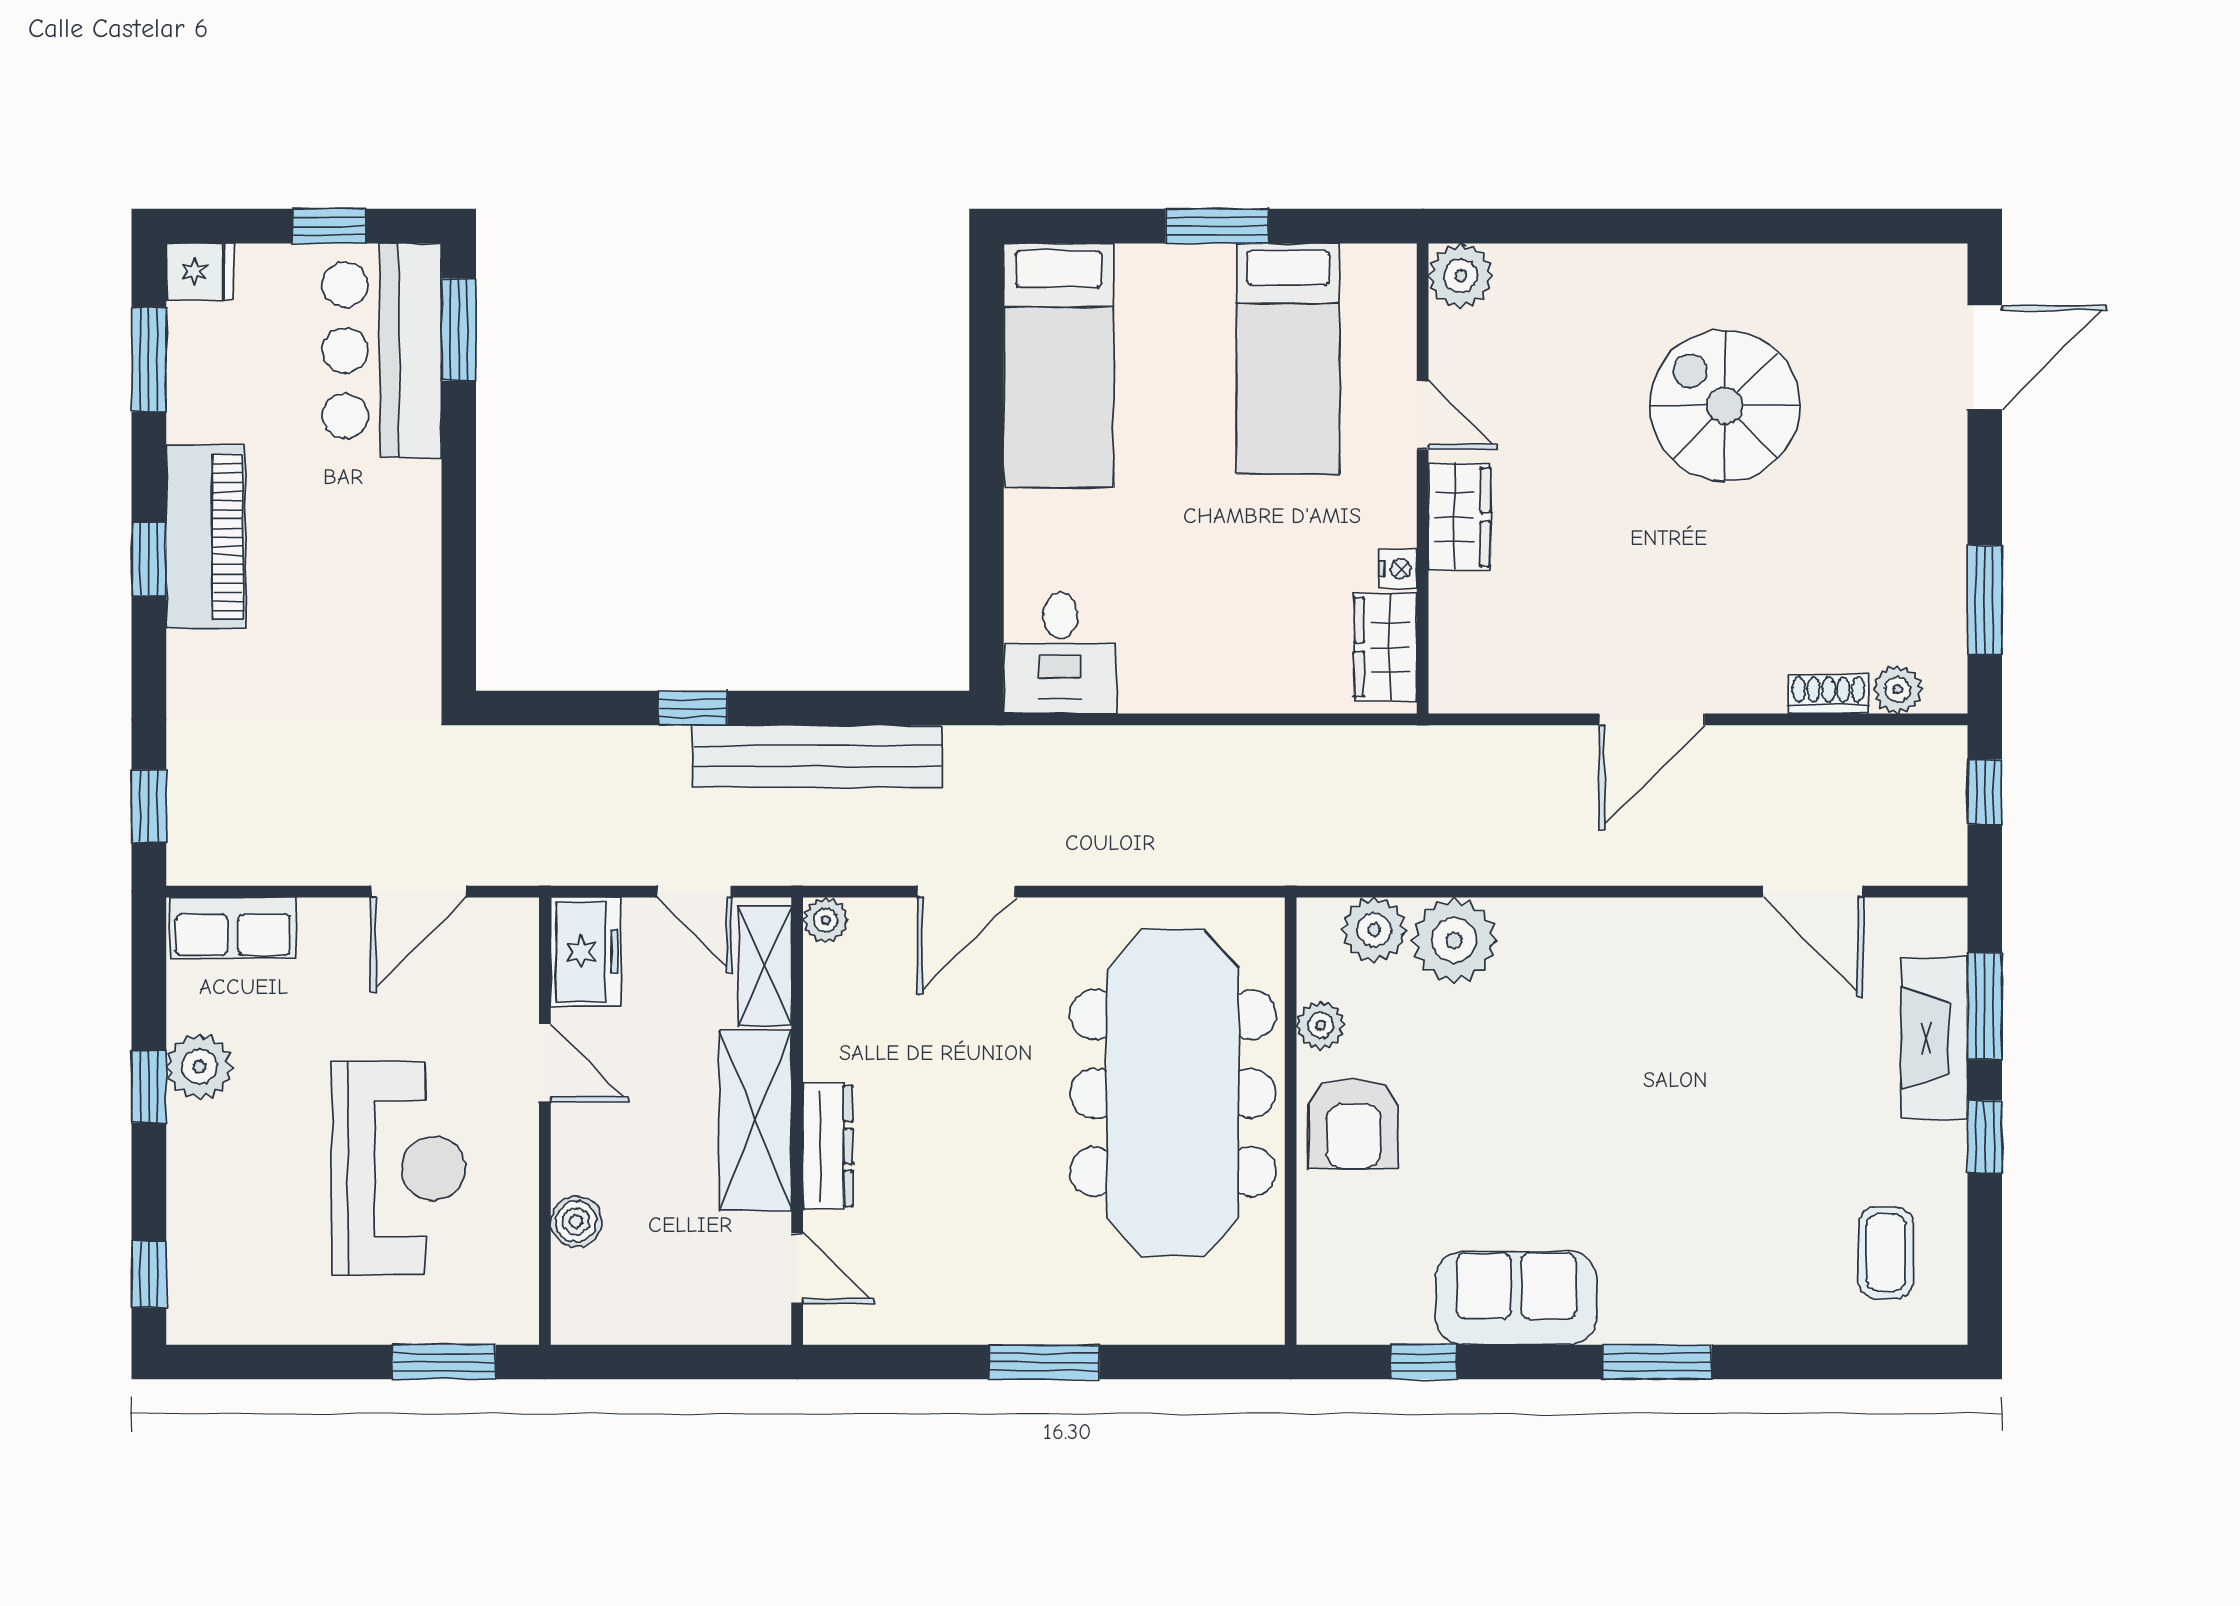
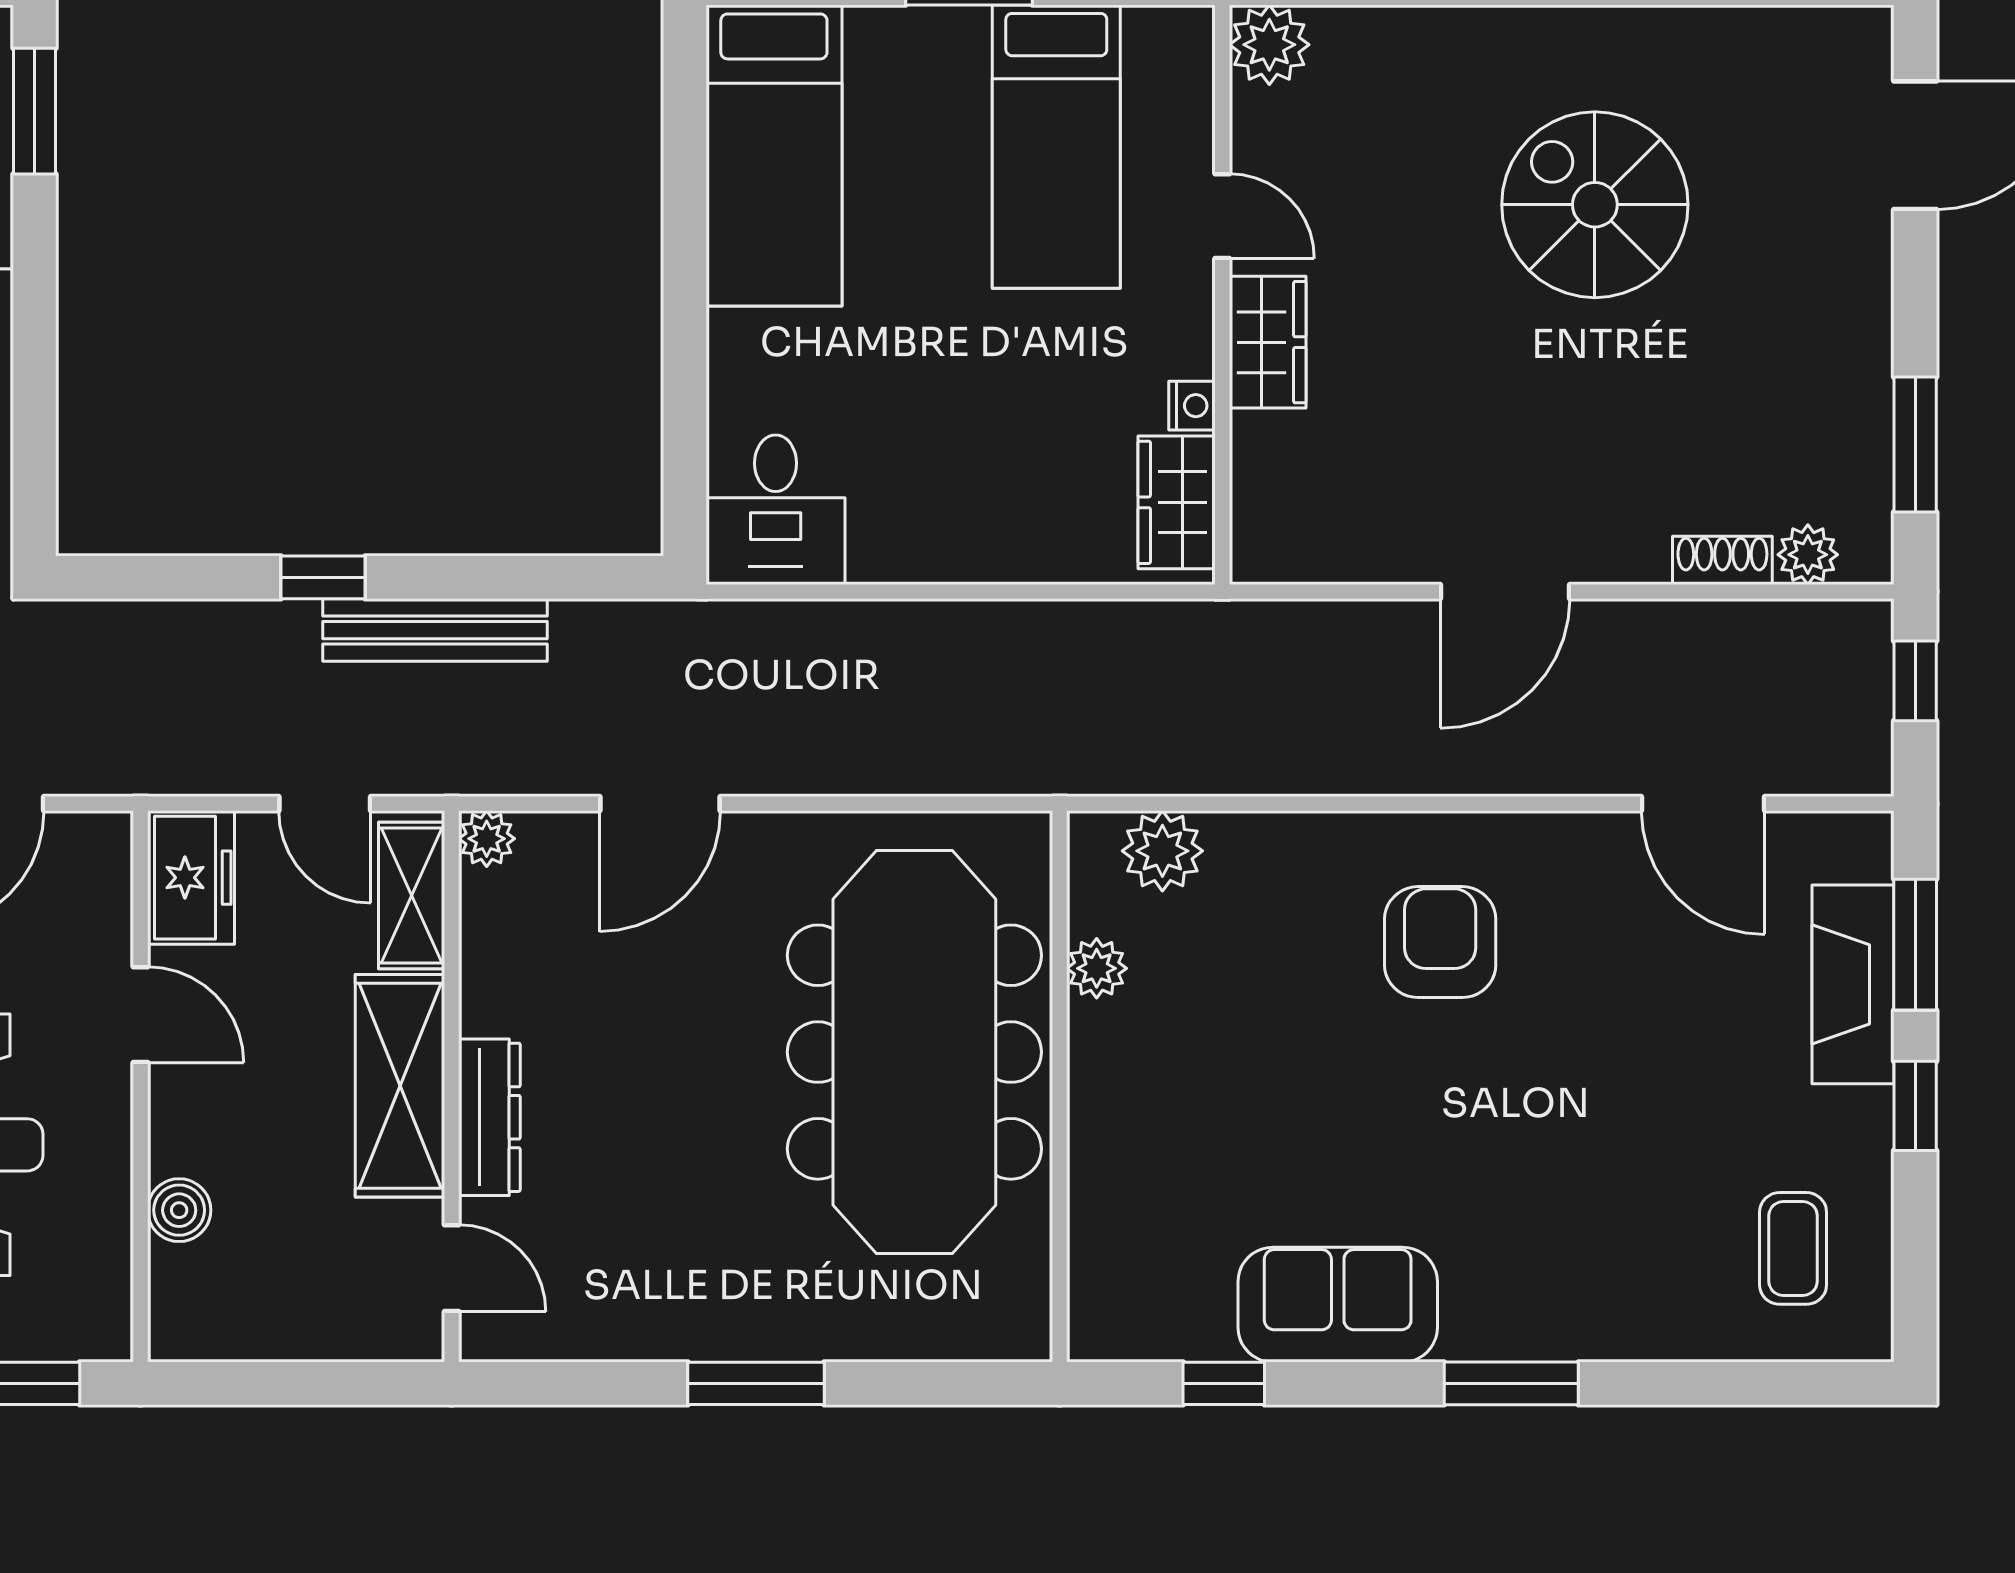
bench: (817, 756) -> (435, 630), width x0.73, depth x0.82
plant: (1454, 940) -> (1261, 864), removed
armchair: (1354, 1123) -> (1440, 942), moved, turned 180

